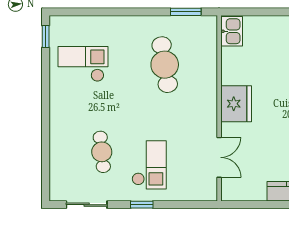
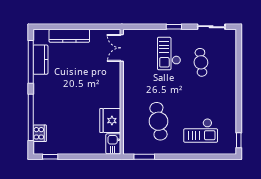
checkout: (83, 64) -> (201, 131), moved
fridge: (236, 104) -> (110, 121), moved
double door: (219, 157) -> (122, 48), moved

